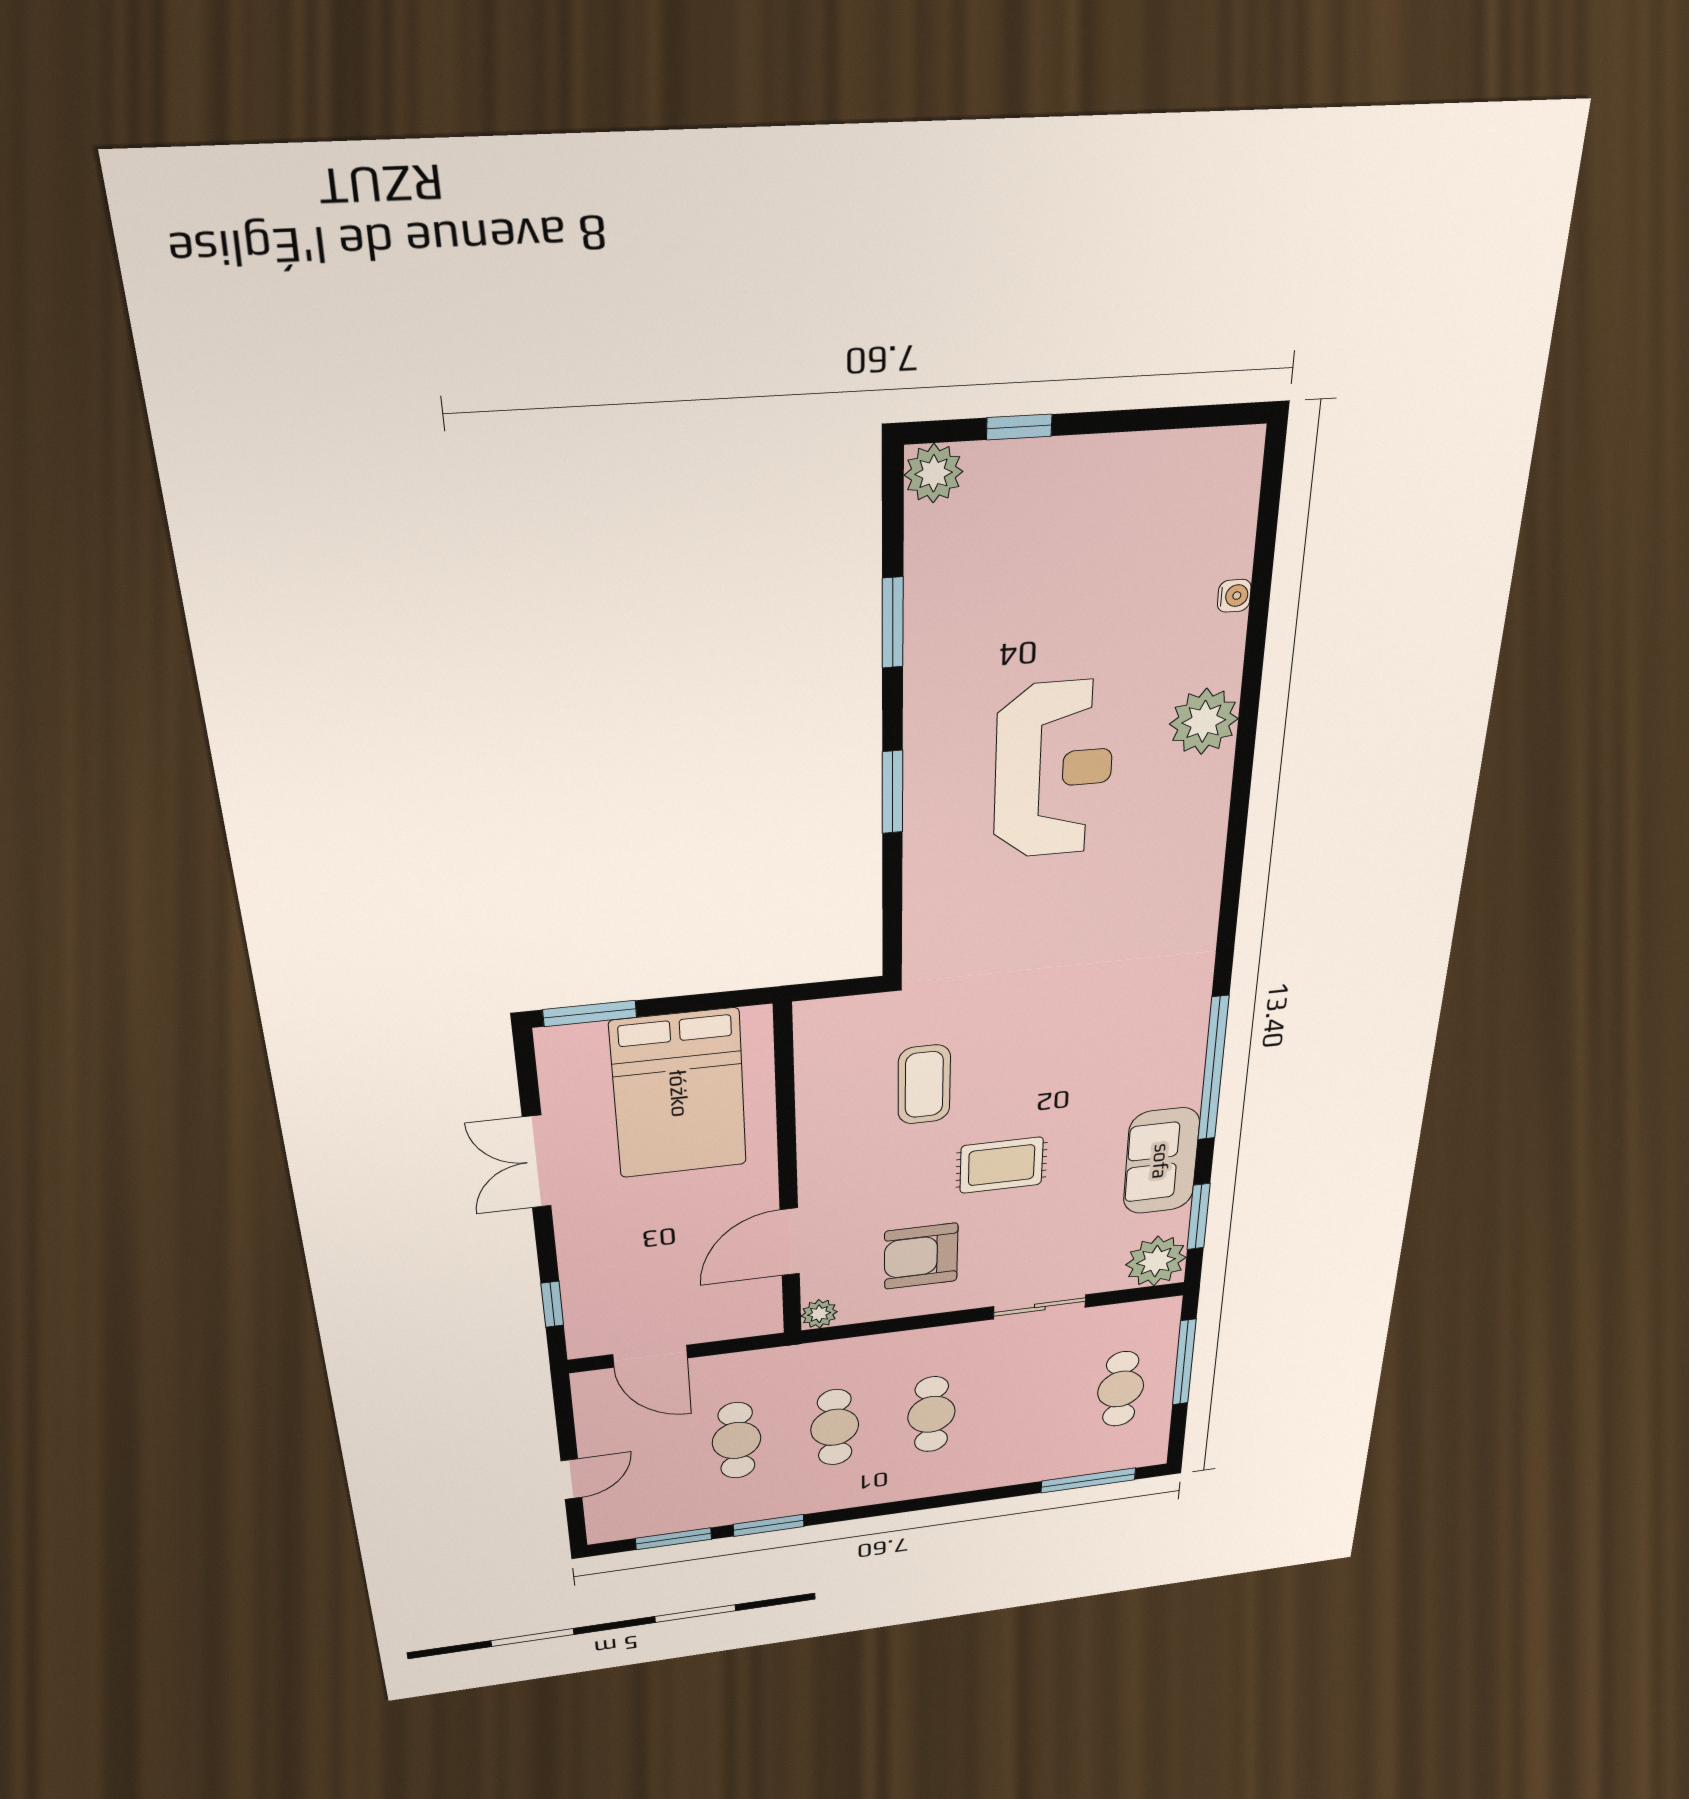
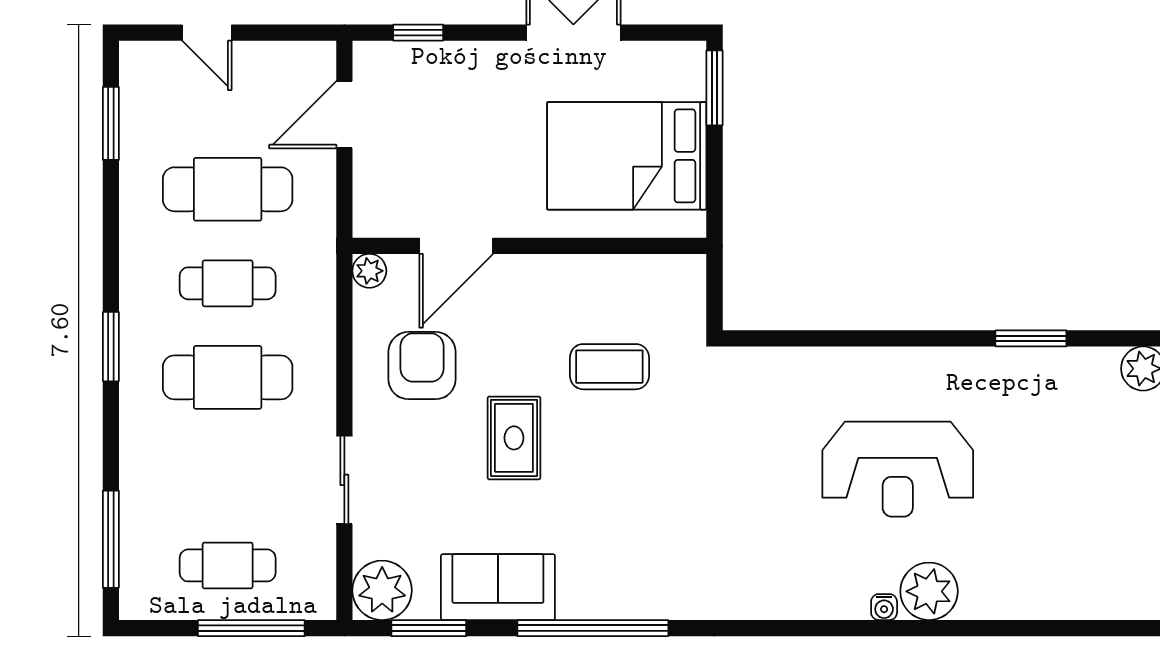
water cooler: (1234, 596) -> (884, 607), moved
window: (892, 792) -> (890, 338), removed
door: (790, 1242) -> (456, 246), swing flipped
cafe table: (931, 1414) -> (228, 377), width x1.37, depth x1.35
cafe table: (737, 1440) -> (228, 189), width x1.37, depth x1.35
window: (769, 1525) -> (111, 347), moved

